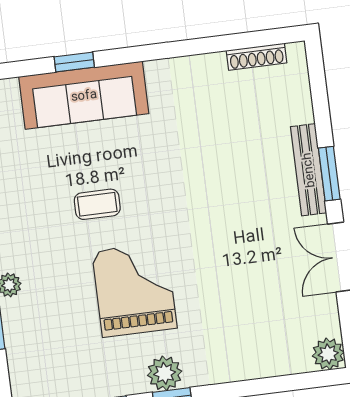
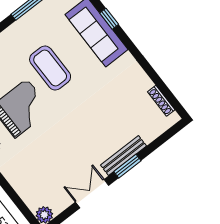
coffee table: (97, 204) -> (50, 68), width x1.86, depth x1.72

